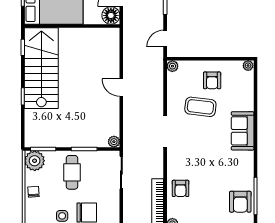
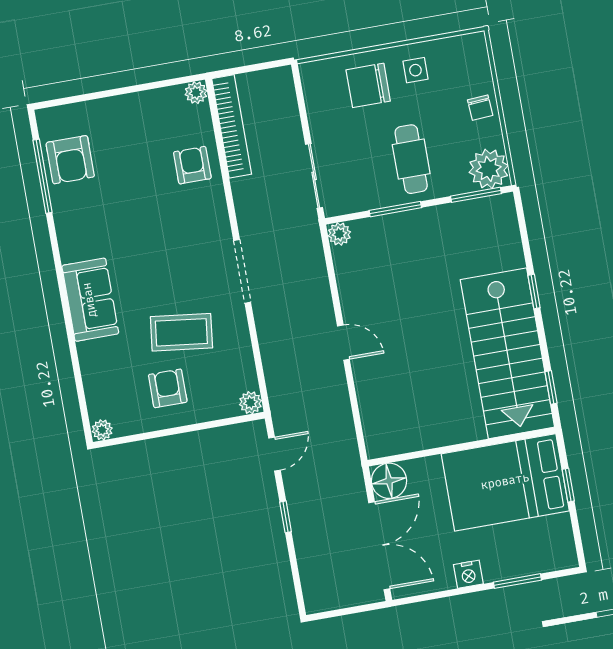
armchair: (240, 202) -> (70, 160), turned 180

